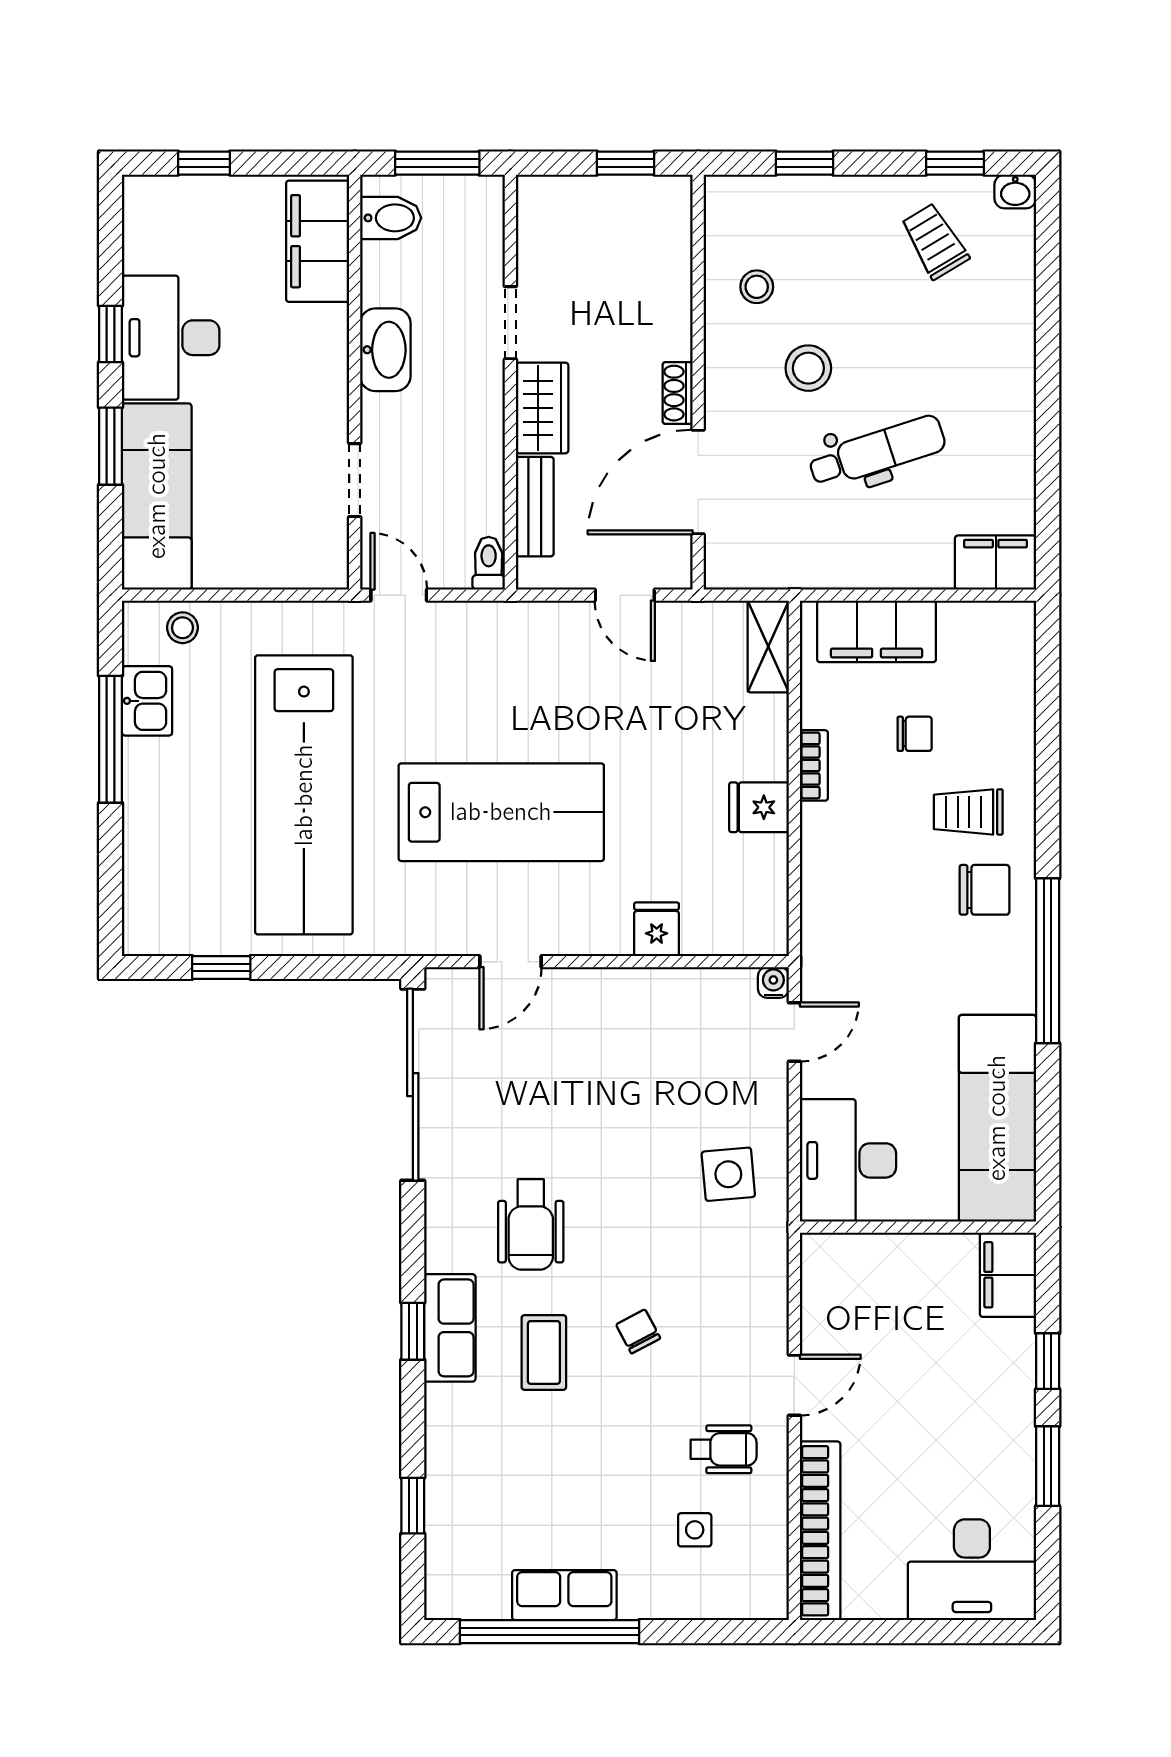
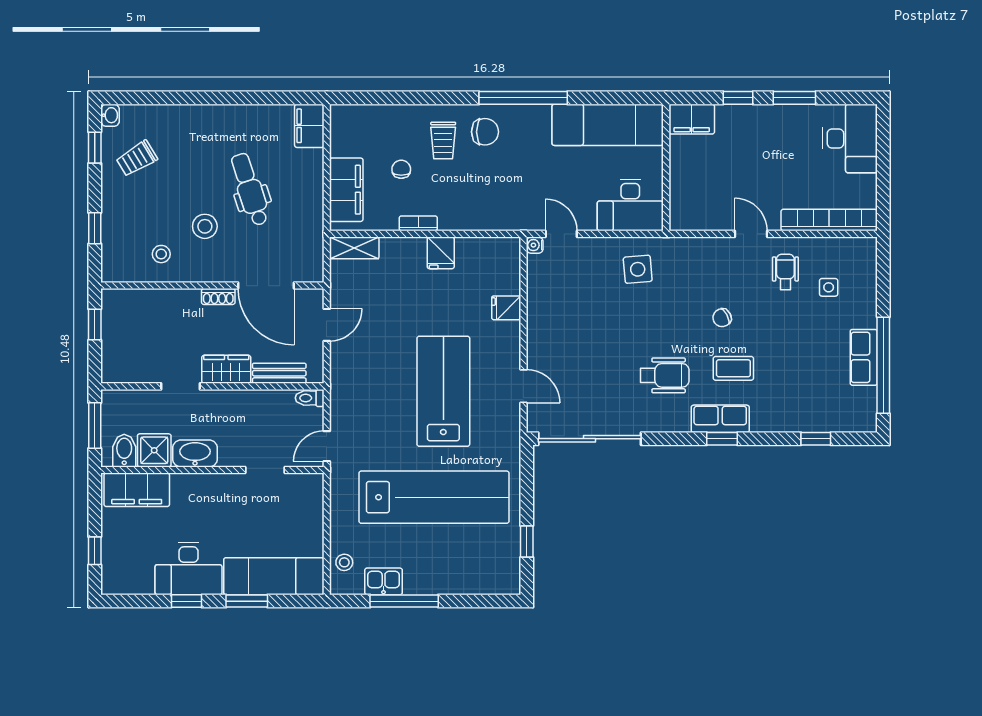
shower: (391, 274) -> (154, 450), added
chair: (984, 890) -> (485, 132), turned 90

